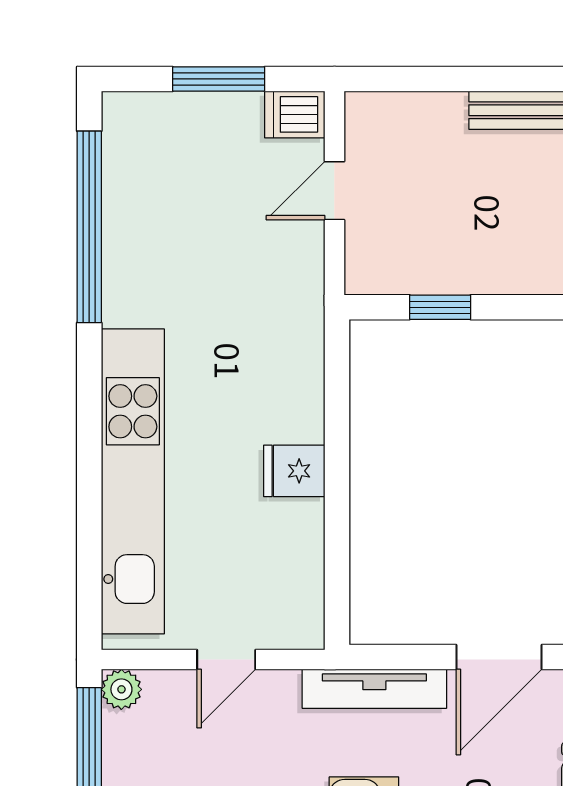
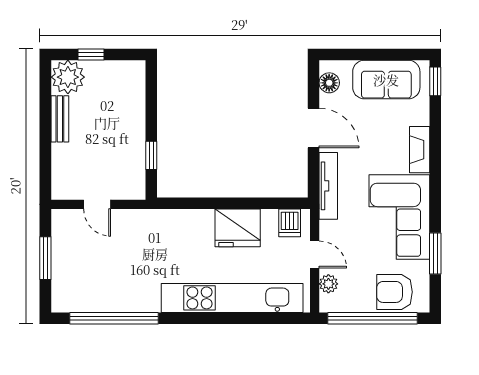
dishwasher: (295, 114) -> (290, 223), moved
fridge: (294, 471) -> (238, 228), width x1.88, depth x1.34
plant: (121, 689) -> (328, 284), moved

